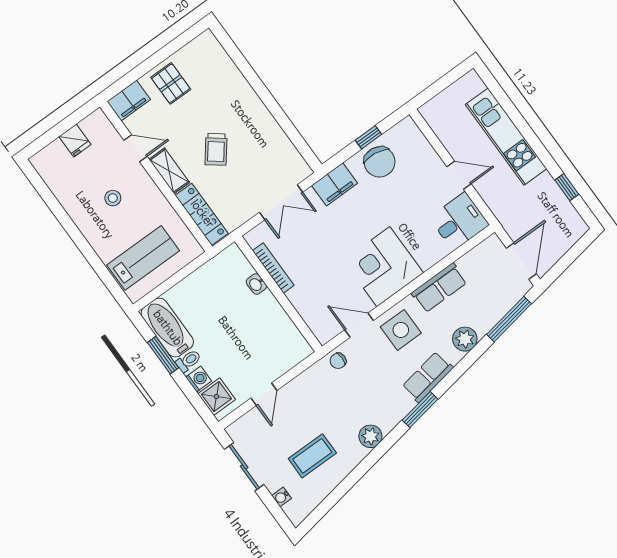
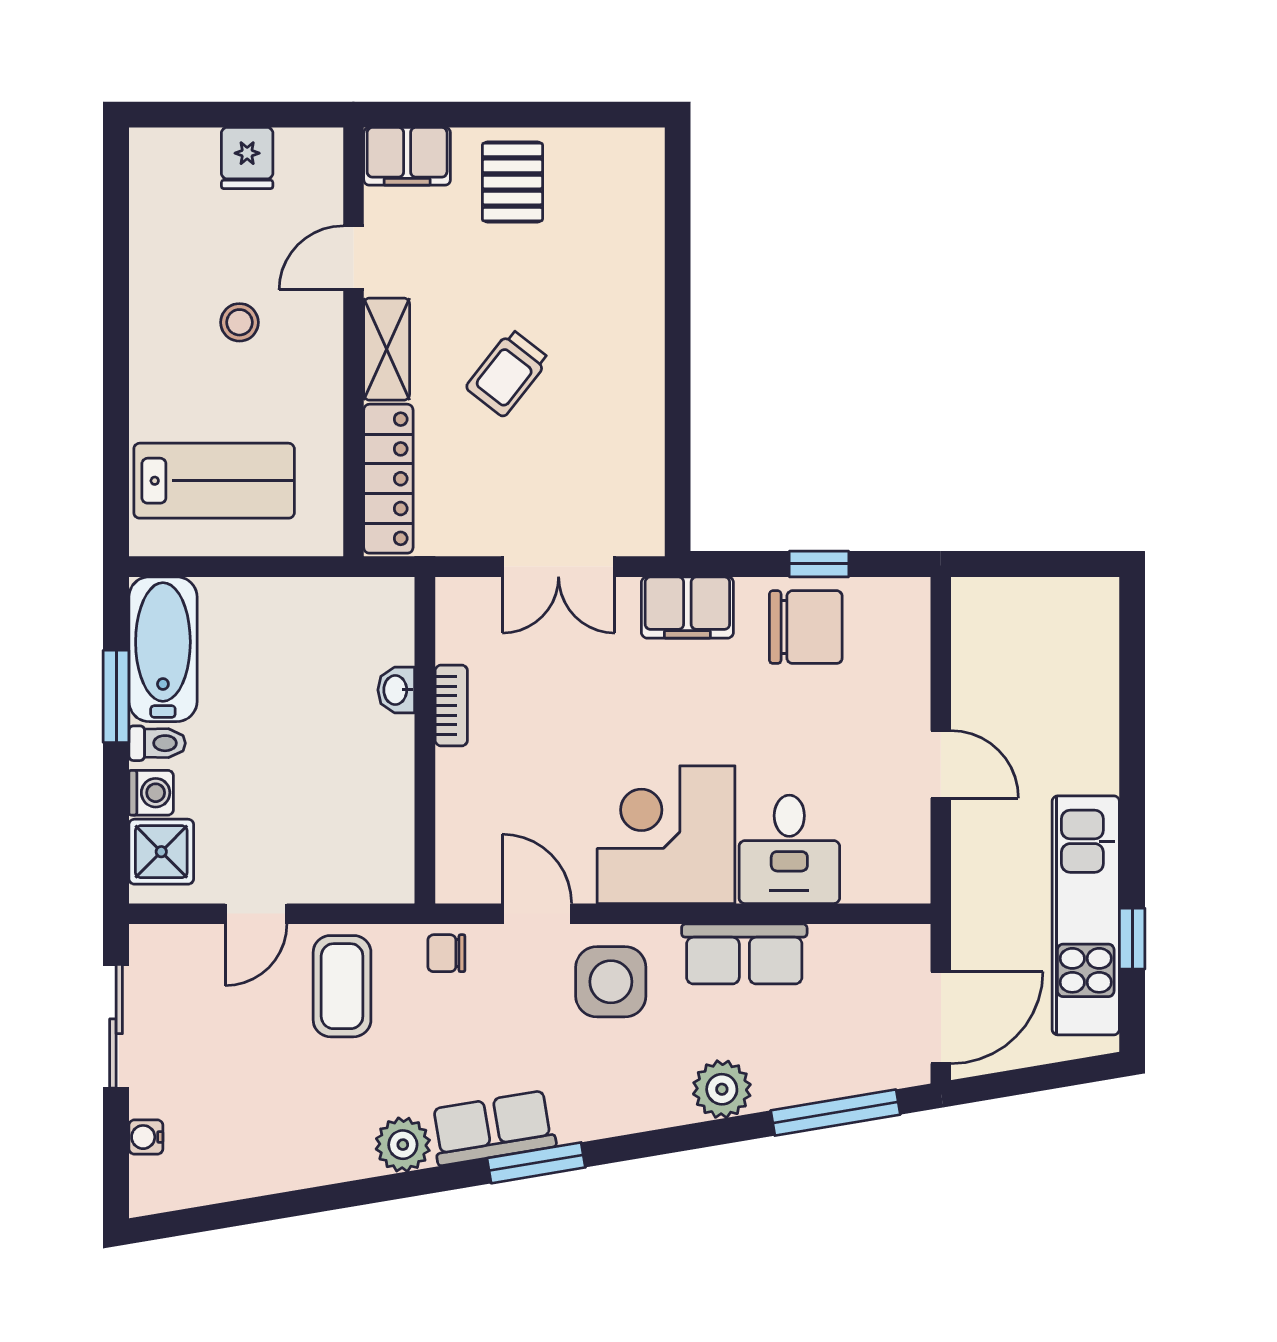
kitchen unit: (506, 137) -> (1086, 915), moved
door: (136, 148) -> (353, 258), swing flipped
chair: (380, 162) -> (806, 627), turned -97
desk: (459, 221) -> (789, 849), moved, turned 90
bookcase: (273, 268) -> (451, 706), width x0.64
row of seats: (428, 377) -> (493, 1128), moved
coffee table: (312, 456) -> (342, 986), moved, turned 90

